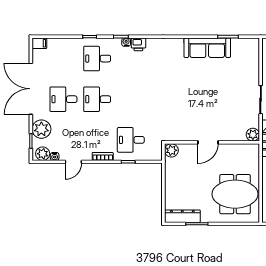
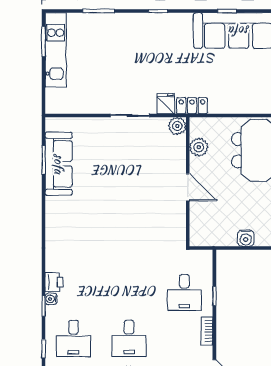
sofa: (207, 48) -> (59, 164), moved
plant: (171, 150) -> (199, 147), moved
water cooler: (171, 185) -> (246, 238), added

